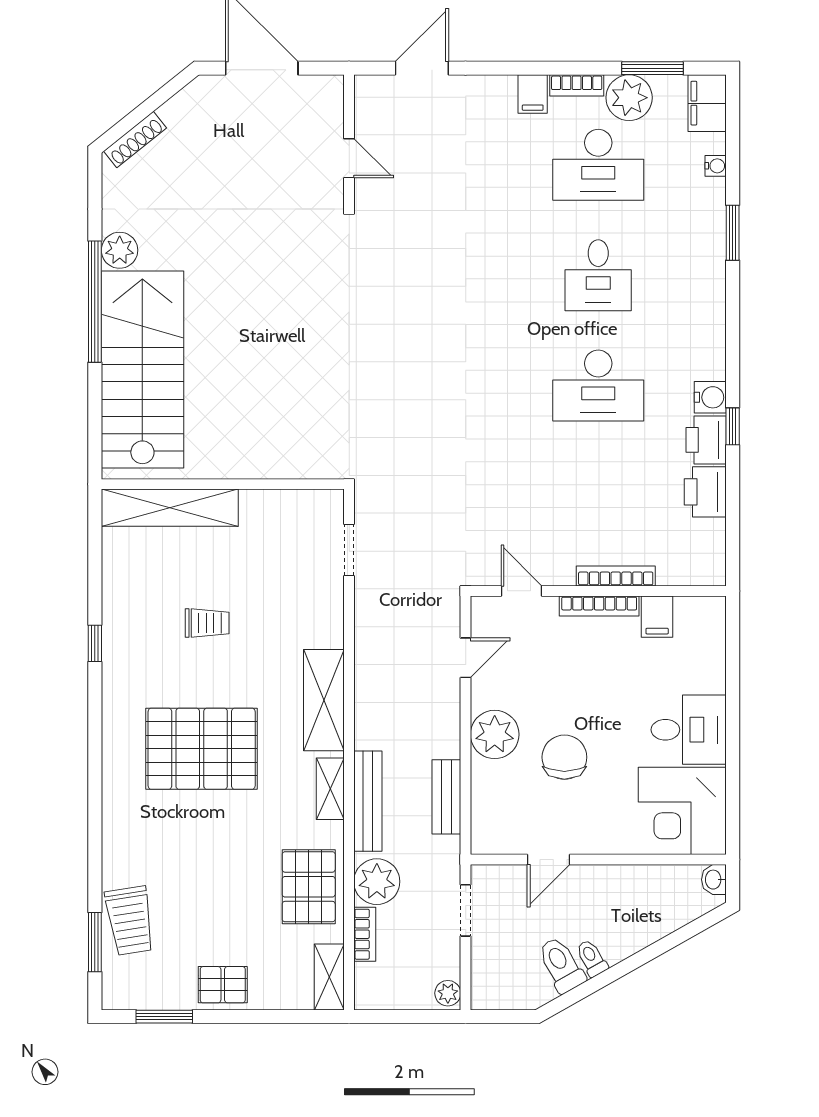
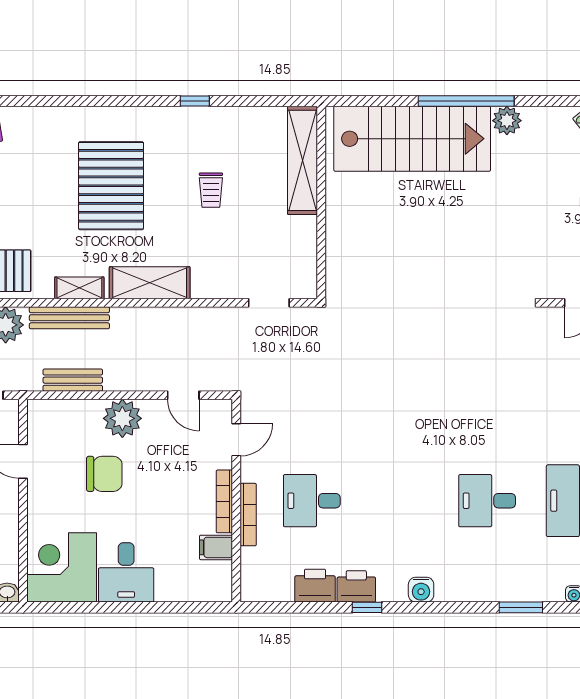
desk: (598, 386) -> (312, 501), moved, width x0.73
water cooler: (710, 397) -> (421, 590), moved

